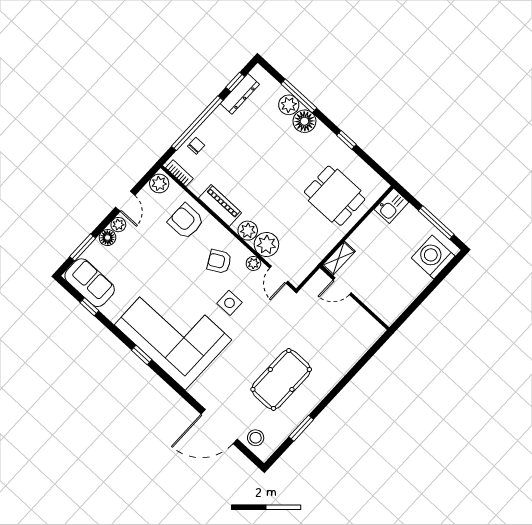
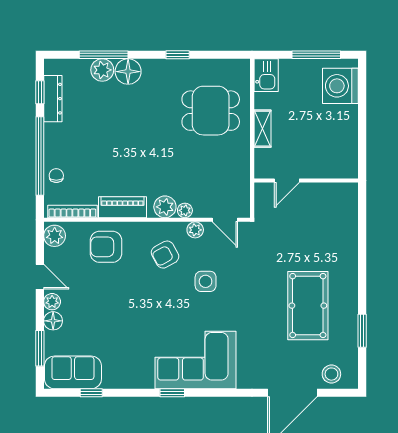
bookcase: (179, 173) -> (72, 212), width x1.56
plant: (266, 244) -> (185, 210), width x0.53, depth x0.53
shelving: (339, 258) -> (262, 129), moved
corner sofa: (173, 332) -> (196, 360), width x0.73, depth x0.74

